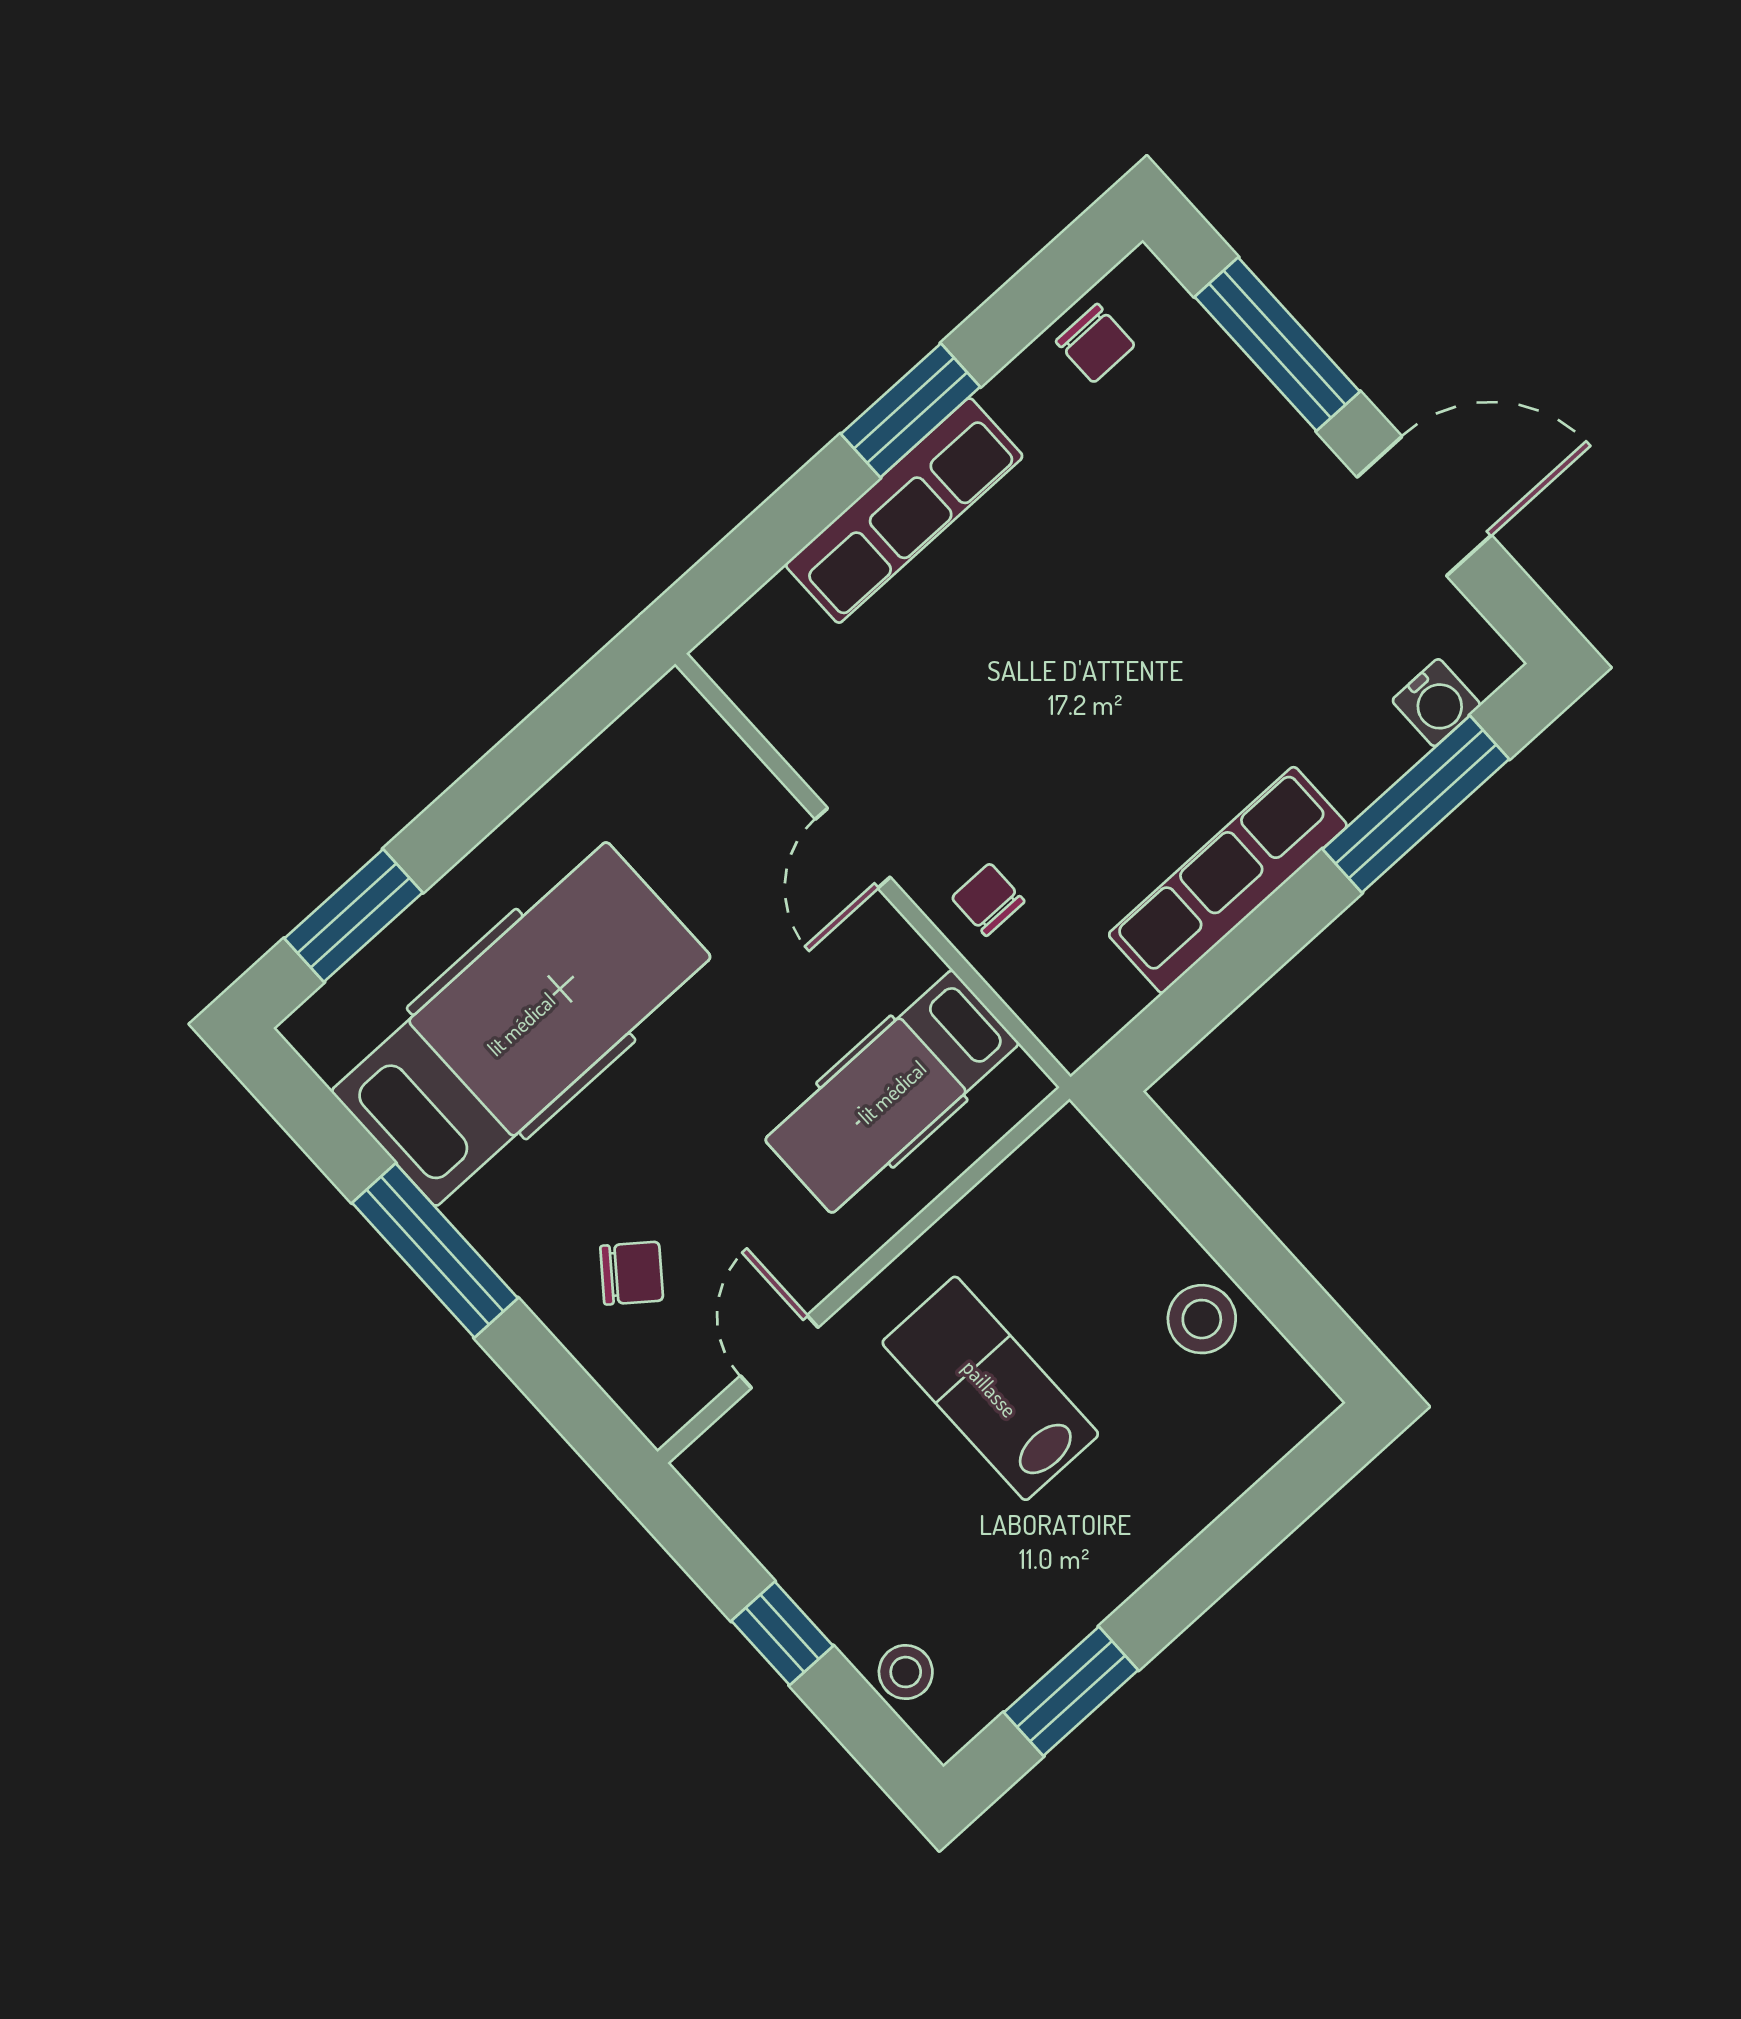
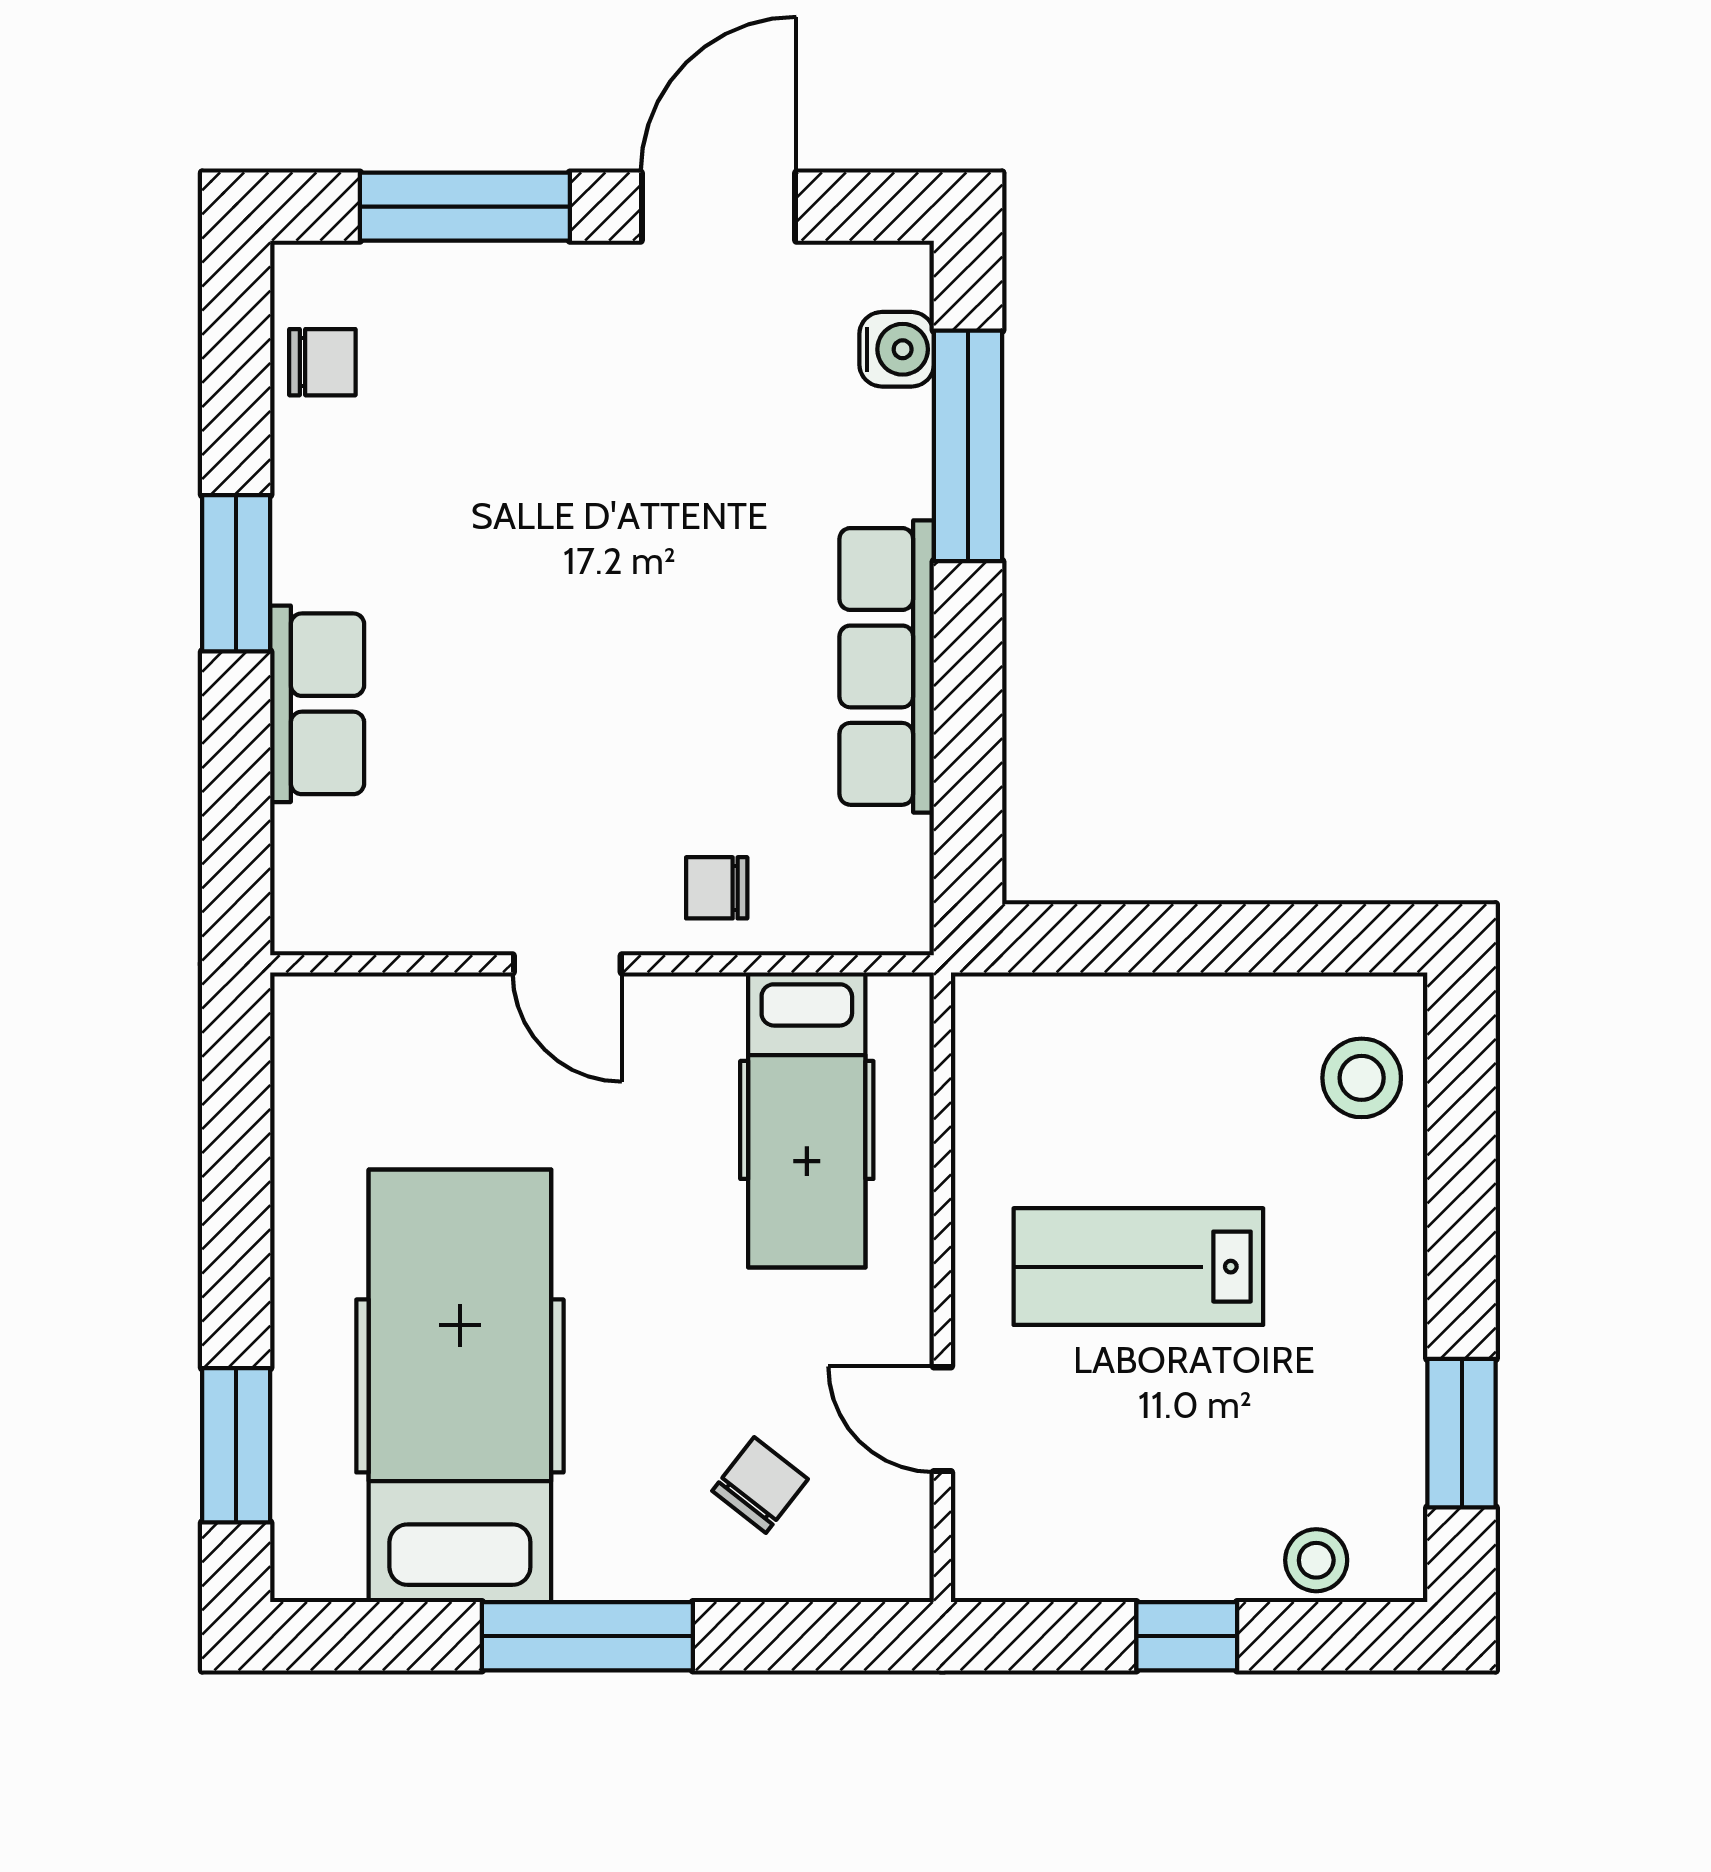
row of seats: (904, 511) -> (317, 704), width x0.68
stool: (1202, 1319) -> (1362, 1078), moved

